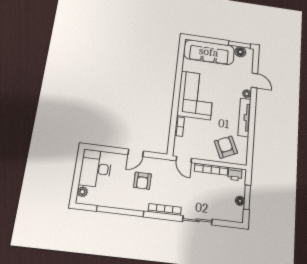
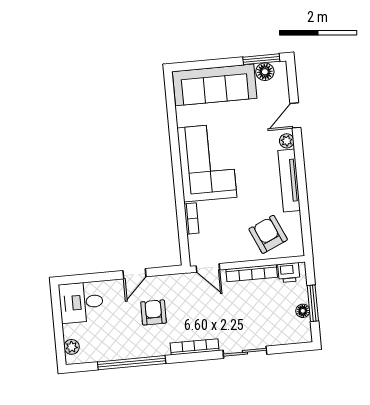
door: (254, 80) -> (295, 115), swing flipped
desk: (96, 169) -> (81, 302), width x0.73
armchair: (142, 181) -> (154, 312), turned 180

